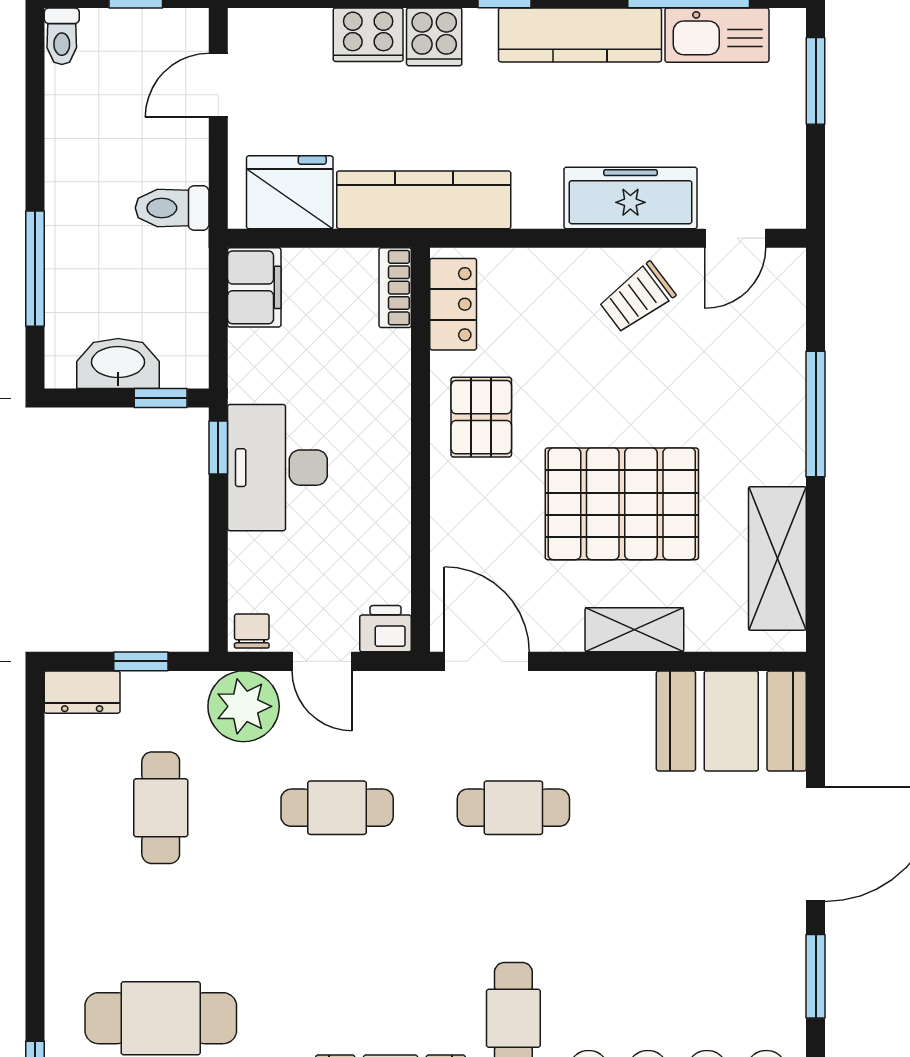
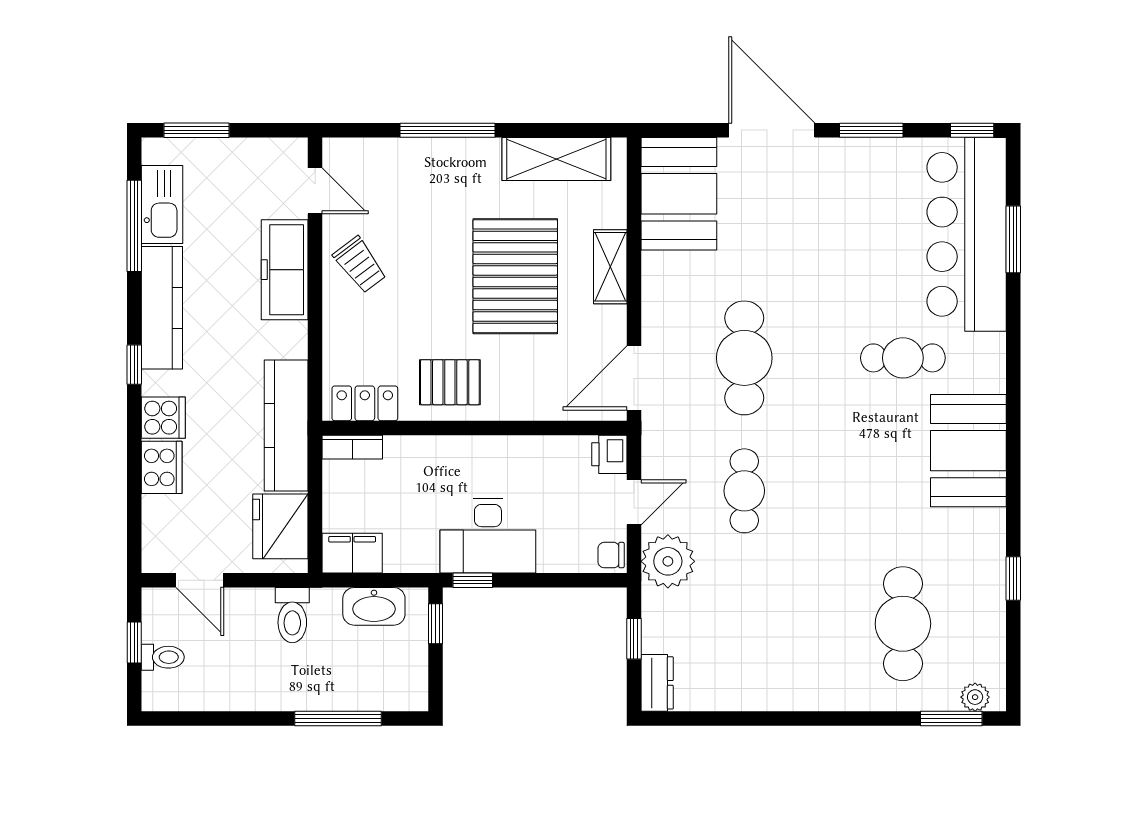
toilet: (62, 36) -> (163, 657), moved
washbasin: (118, 364) -> (374, 606), moved, turned -90
cafe table: (161, 808) -> (744, 624), removed
cafe table: (513, 808) -> (744, 358), width x1.37, depth x1.35

